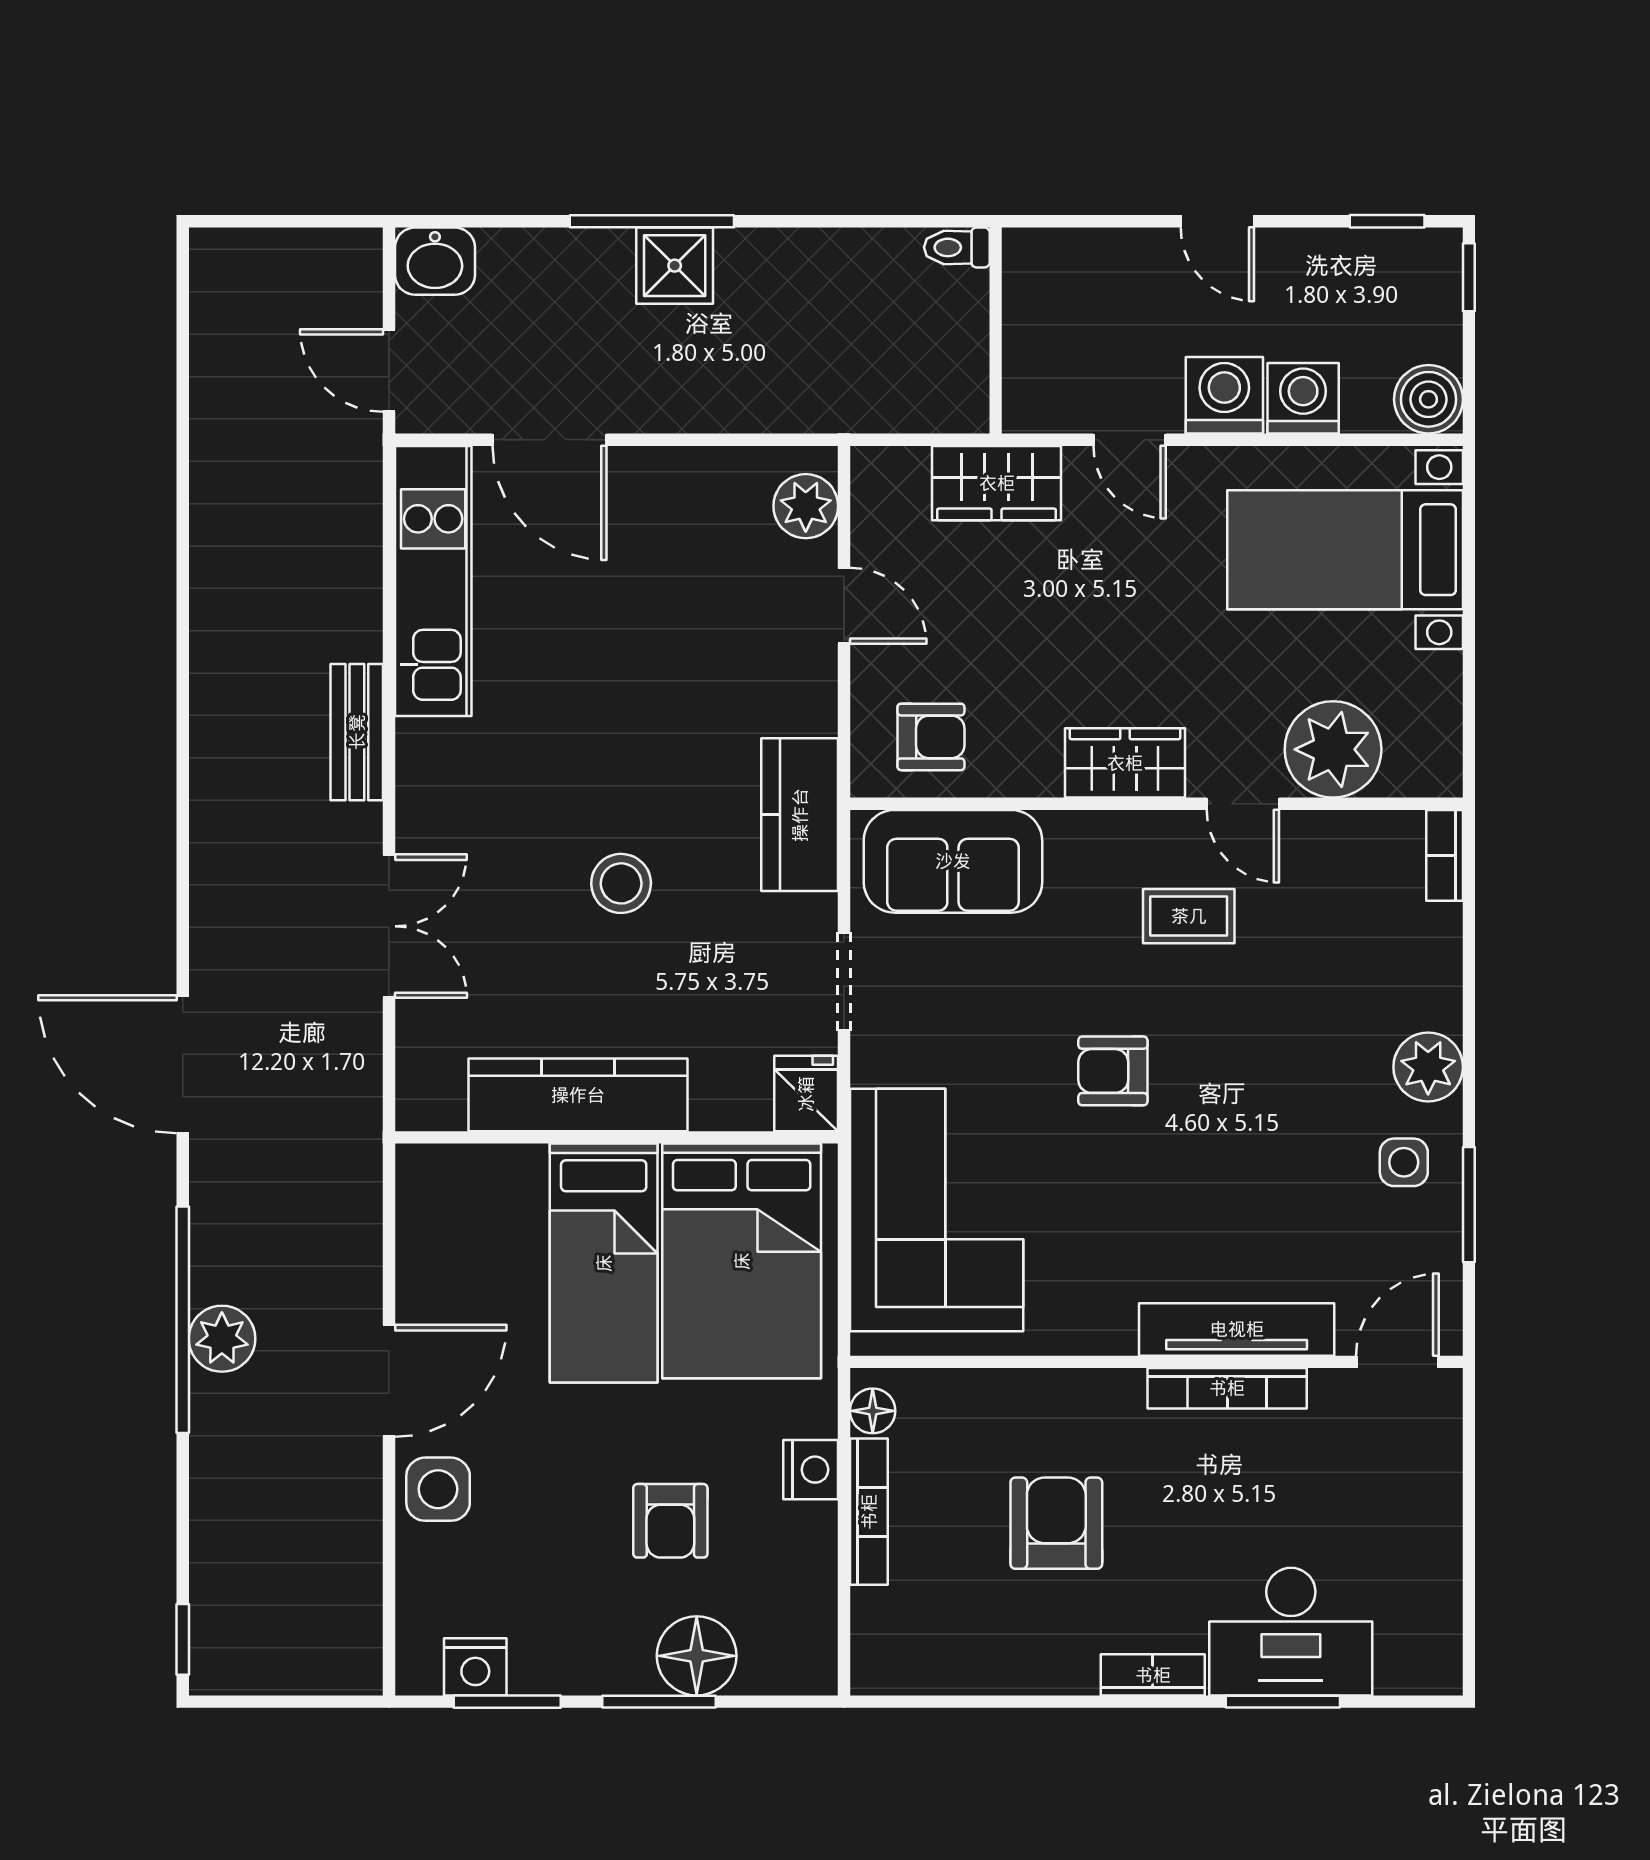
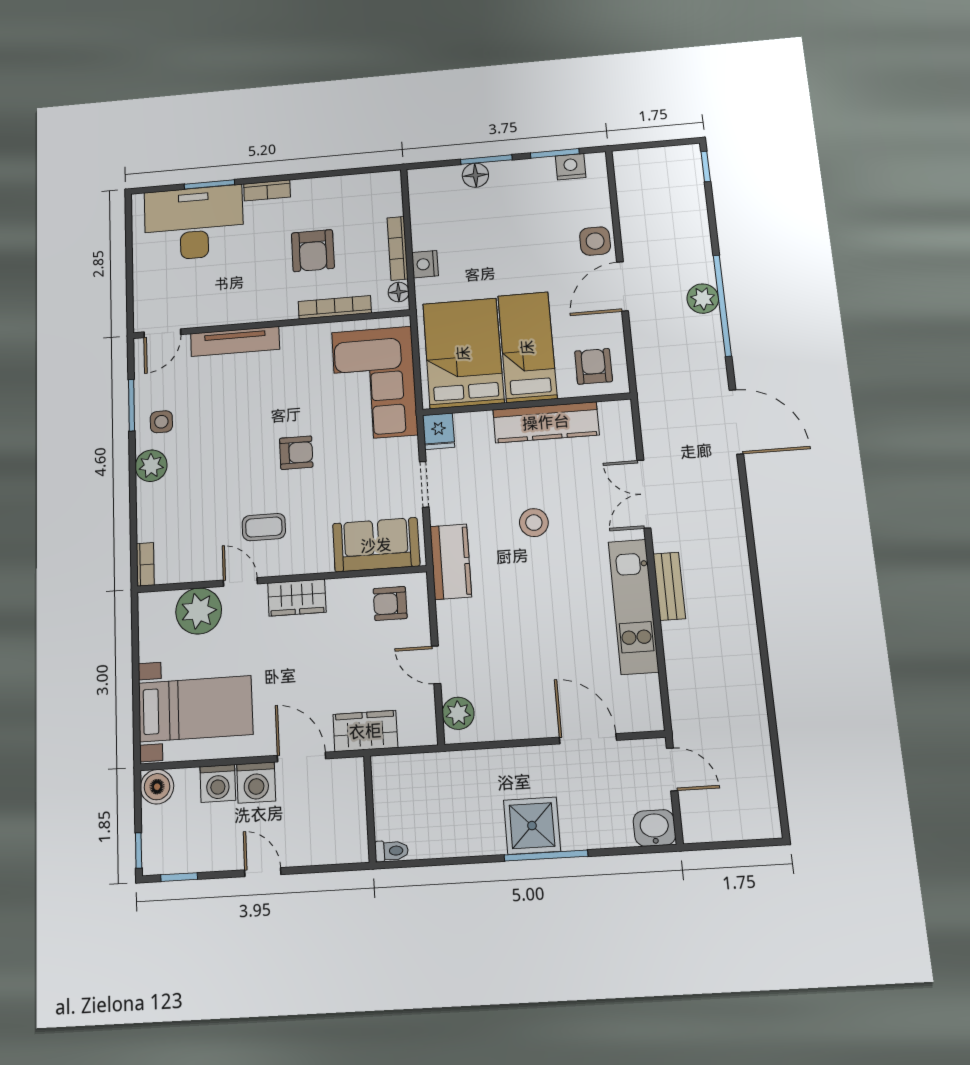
shower: (675, 266) -> (532, 826), width x1.36, depth x1.36
door: (1130, 440) -> (301, 757), width x1.38
kitchen unit: (433, 581) -> (633, 606), moved
bookcase: (1227, 1388) -> (335, 307), moved
armchair: (670, 1521) -> (594, 366), moved
desk: (1291, 1632) -> (194, 223), width x1.36, depth x1.30
floor lamp: (697, 1656) -> (475, 175), width x0.73, depth x0.73

